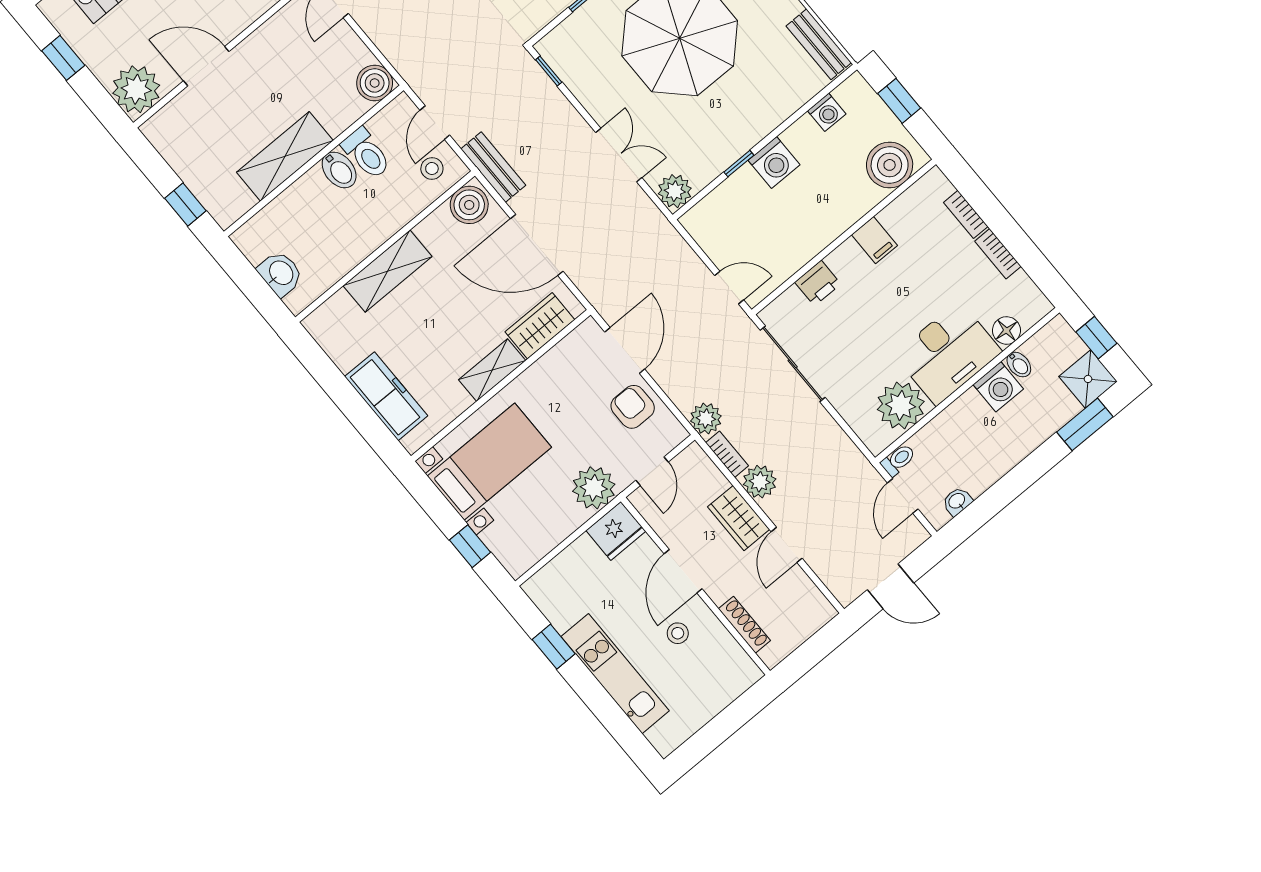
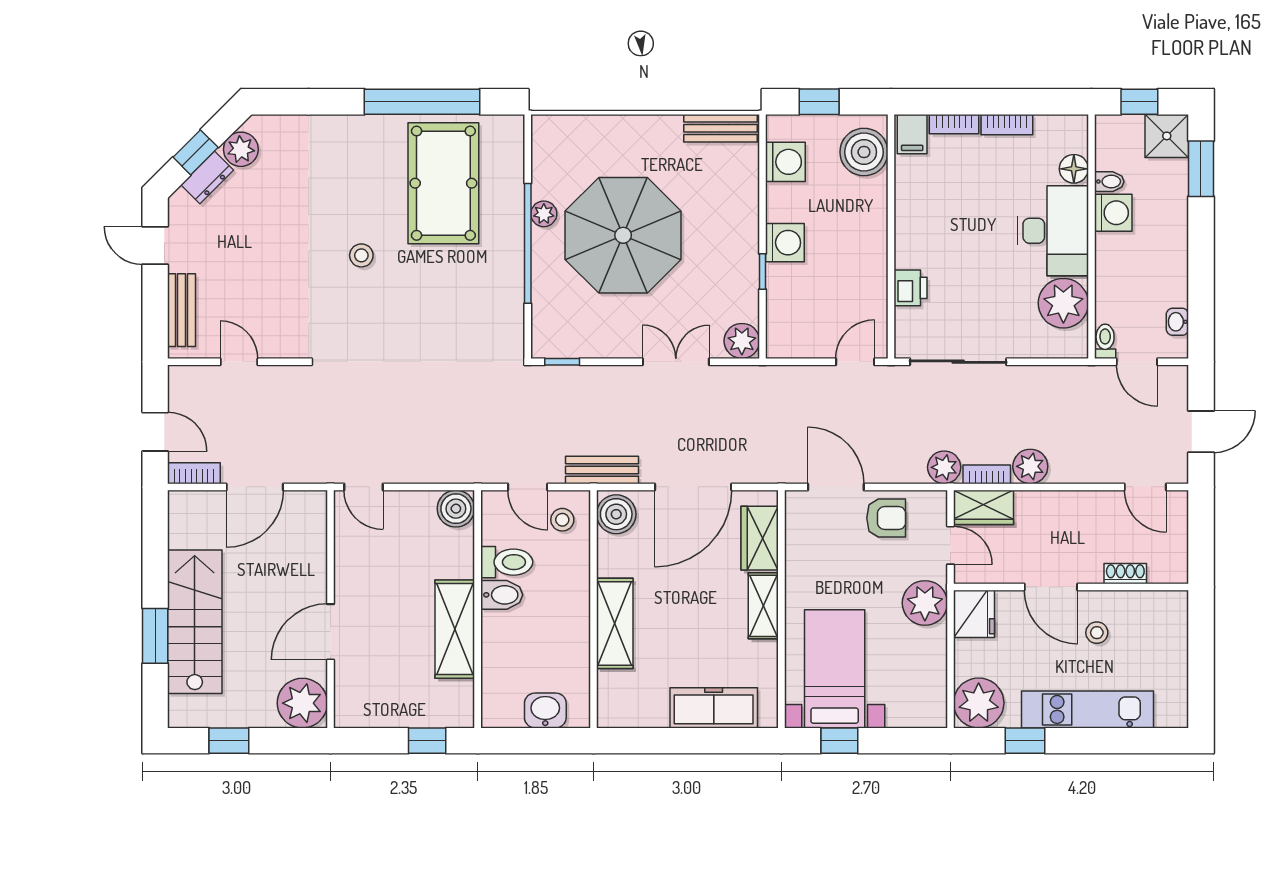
washing machine: (827, 112) -> (785, 162), width x1.38, depth x1.38
filing cabinet: (875, 240) -> (912, 134), moved, turned 90
armchair: (633, 407) -> (886, 518), turned 180
wardrobe: (739, 518) -> (984, 507), moved
door: (787, 545) -> (1145, 487), moved
window: (470, 546) -> (839, 741), moved
plant: (553, 589) -> (979, 703), added
shoe rack: (744, 625) -> (1125, 574), width x0.70

